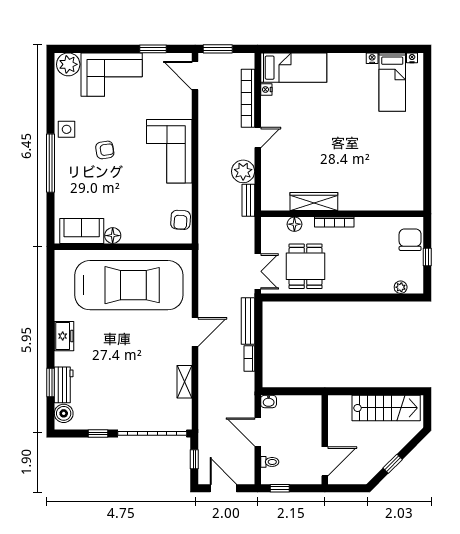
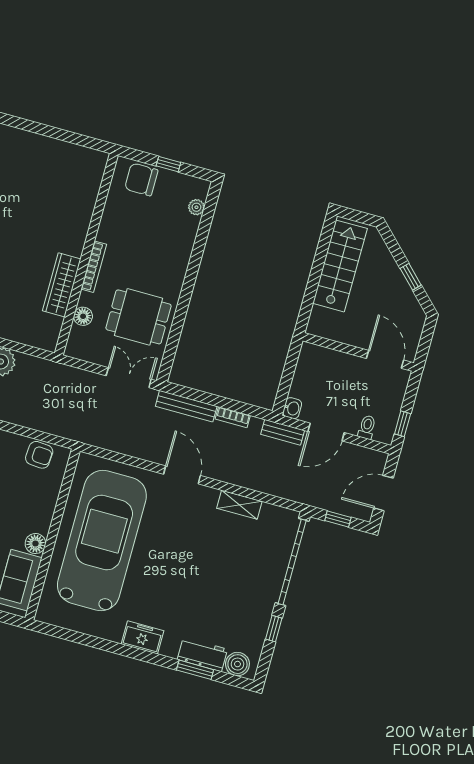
bench: (248, 200) -> (283, 432), moved

